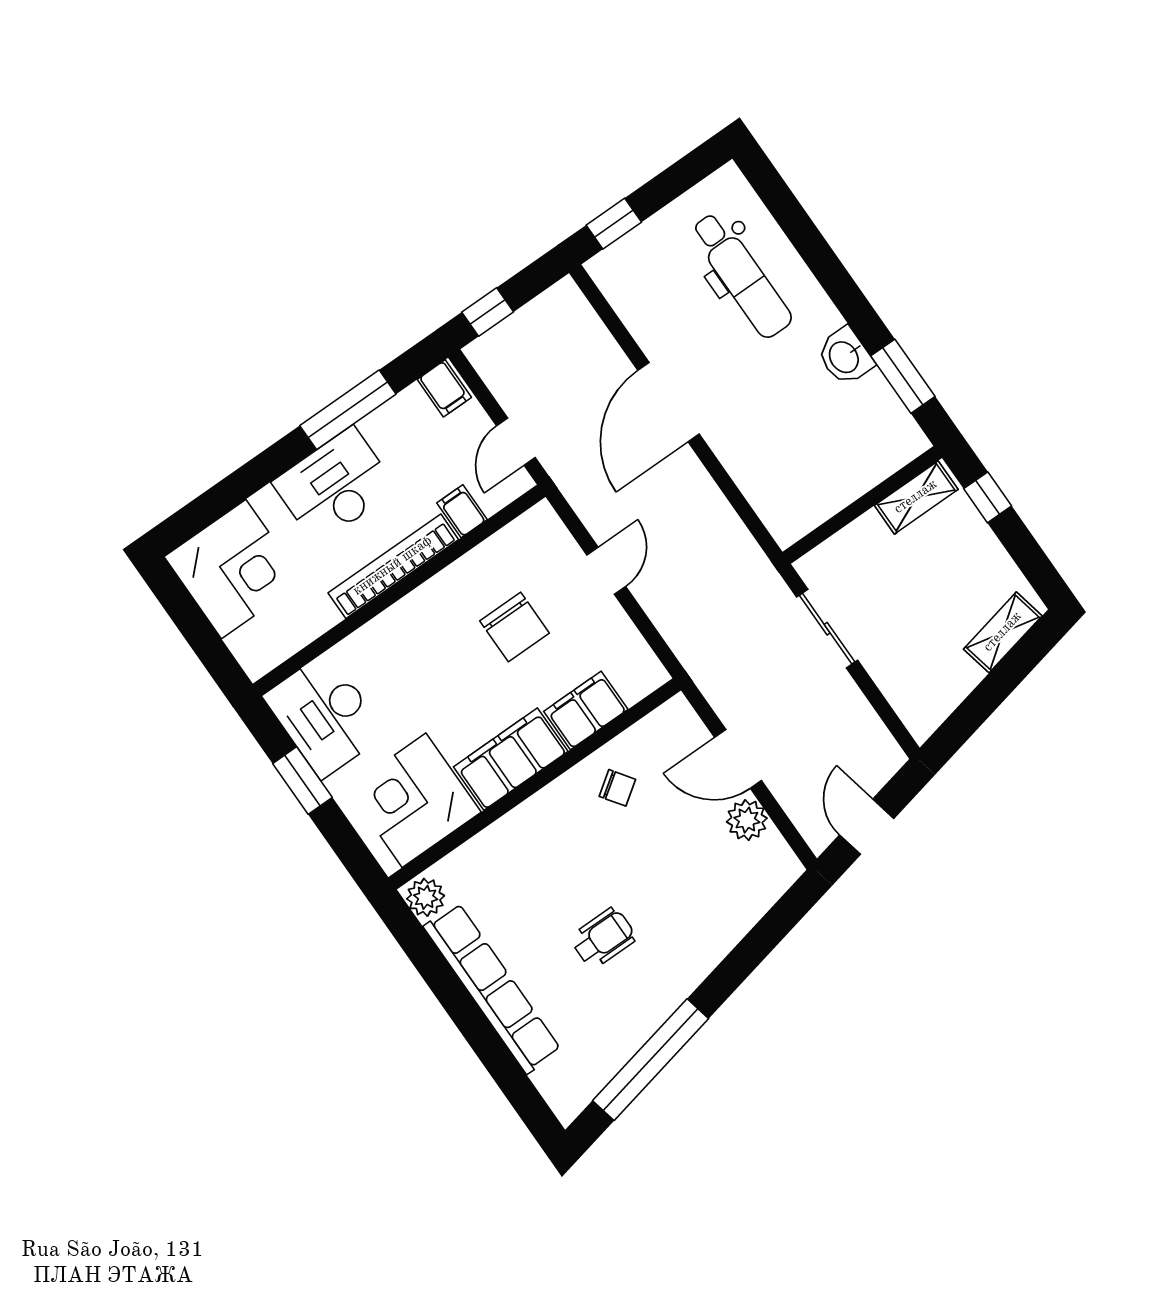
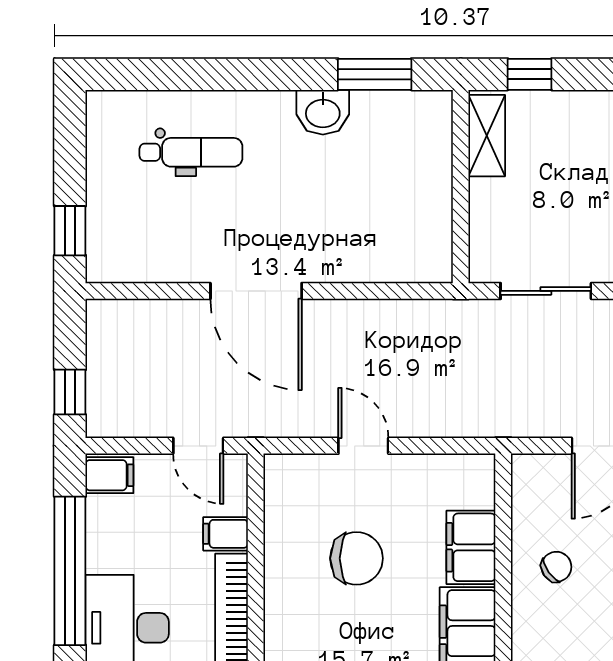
dental chair: (741, 275) -> (191, 152), width x0.73, depth x0.72
window: (348, 410) -> (70, 571), width x1.46

